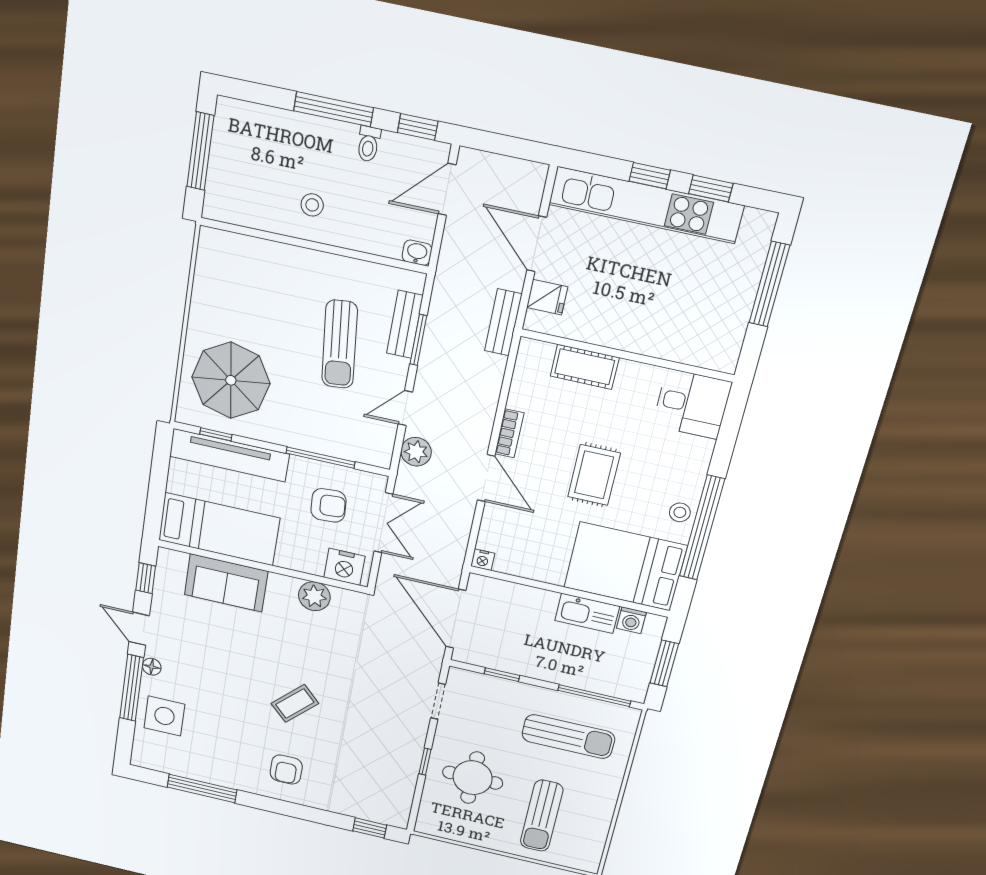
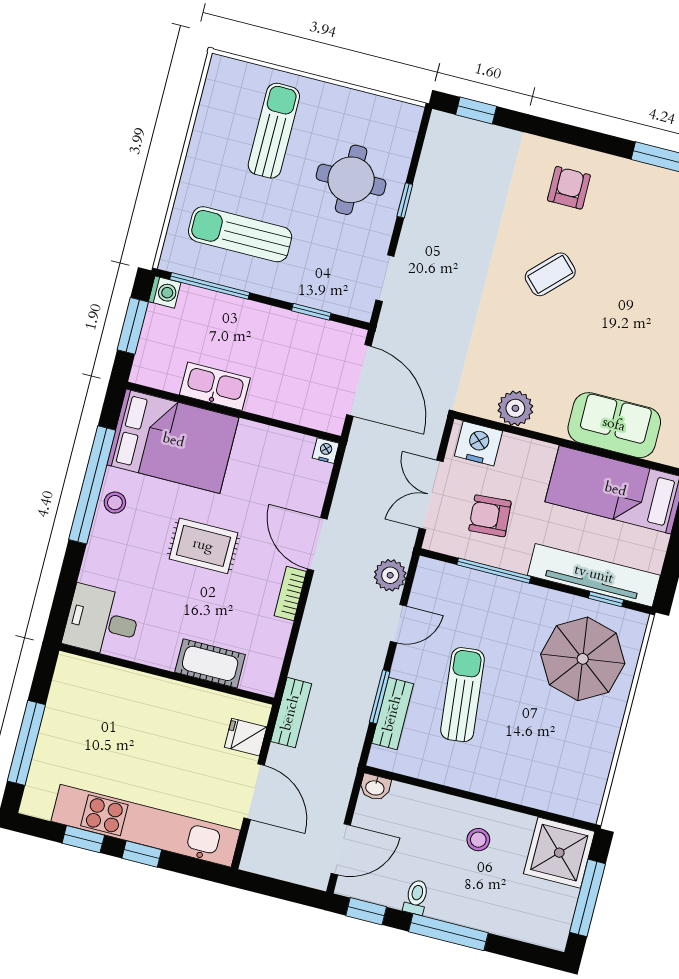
shower: (233, 195) -> (559, 853), added
rug: (594, 475) -> (203, 546), turned 90
washing machine: (631, 620) -> (165, 292), moved, turned 90

